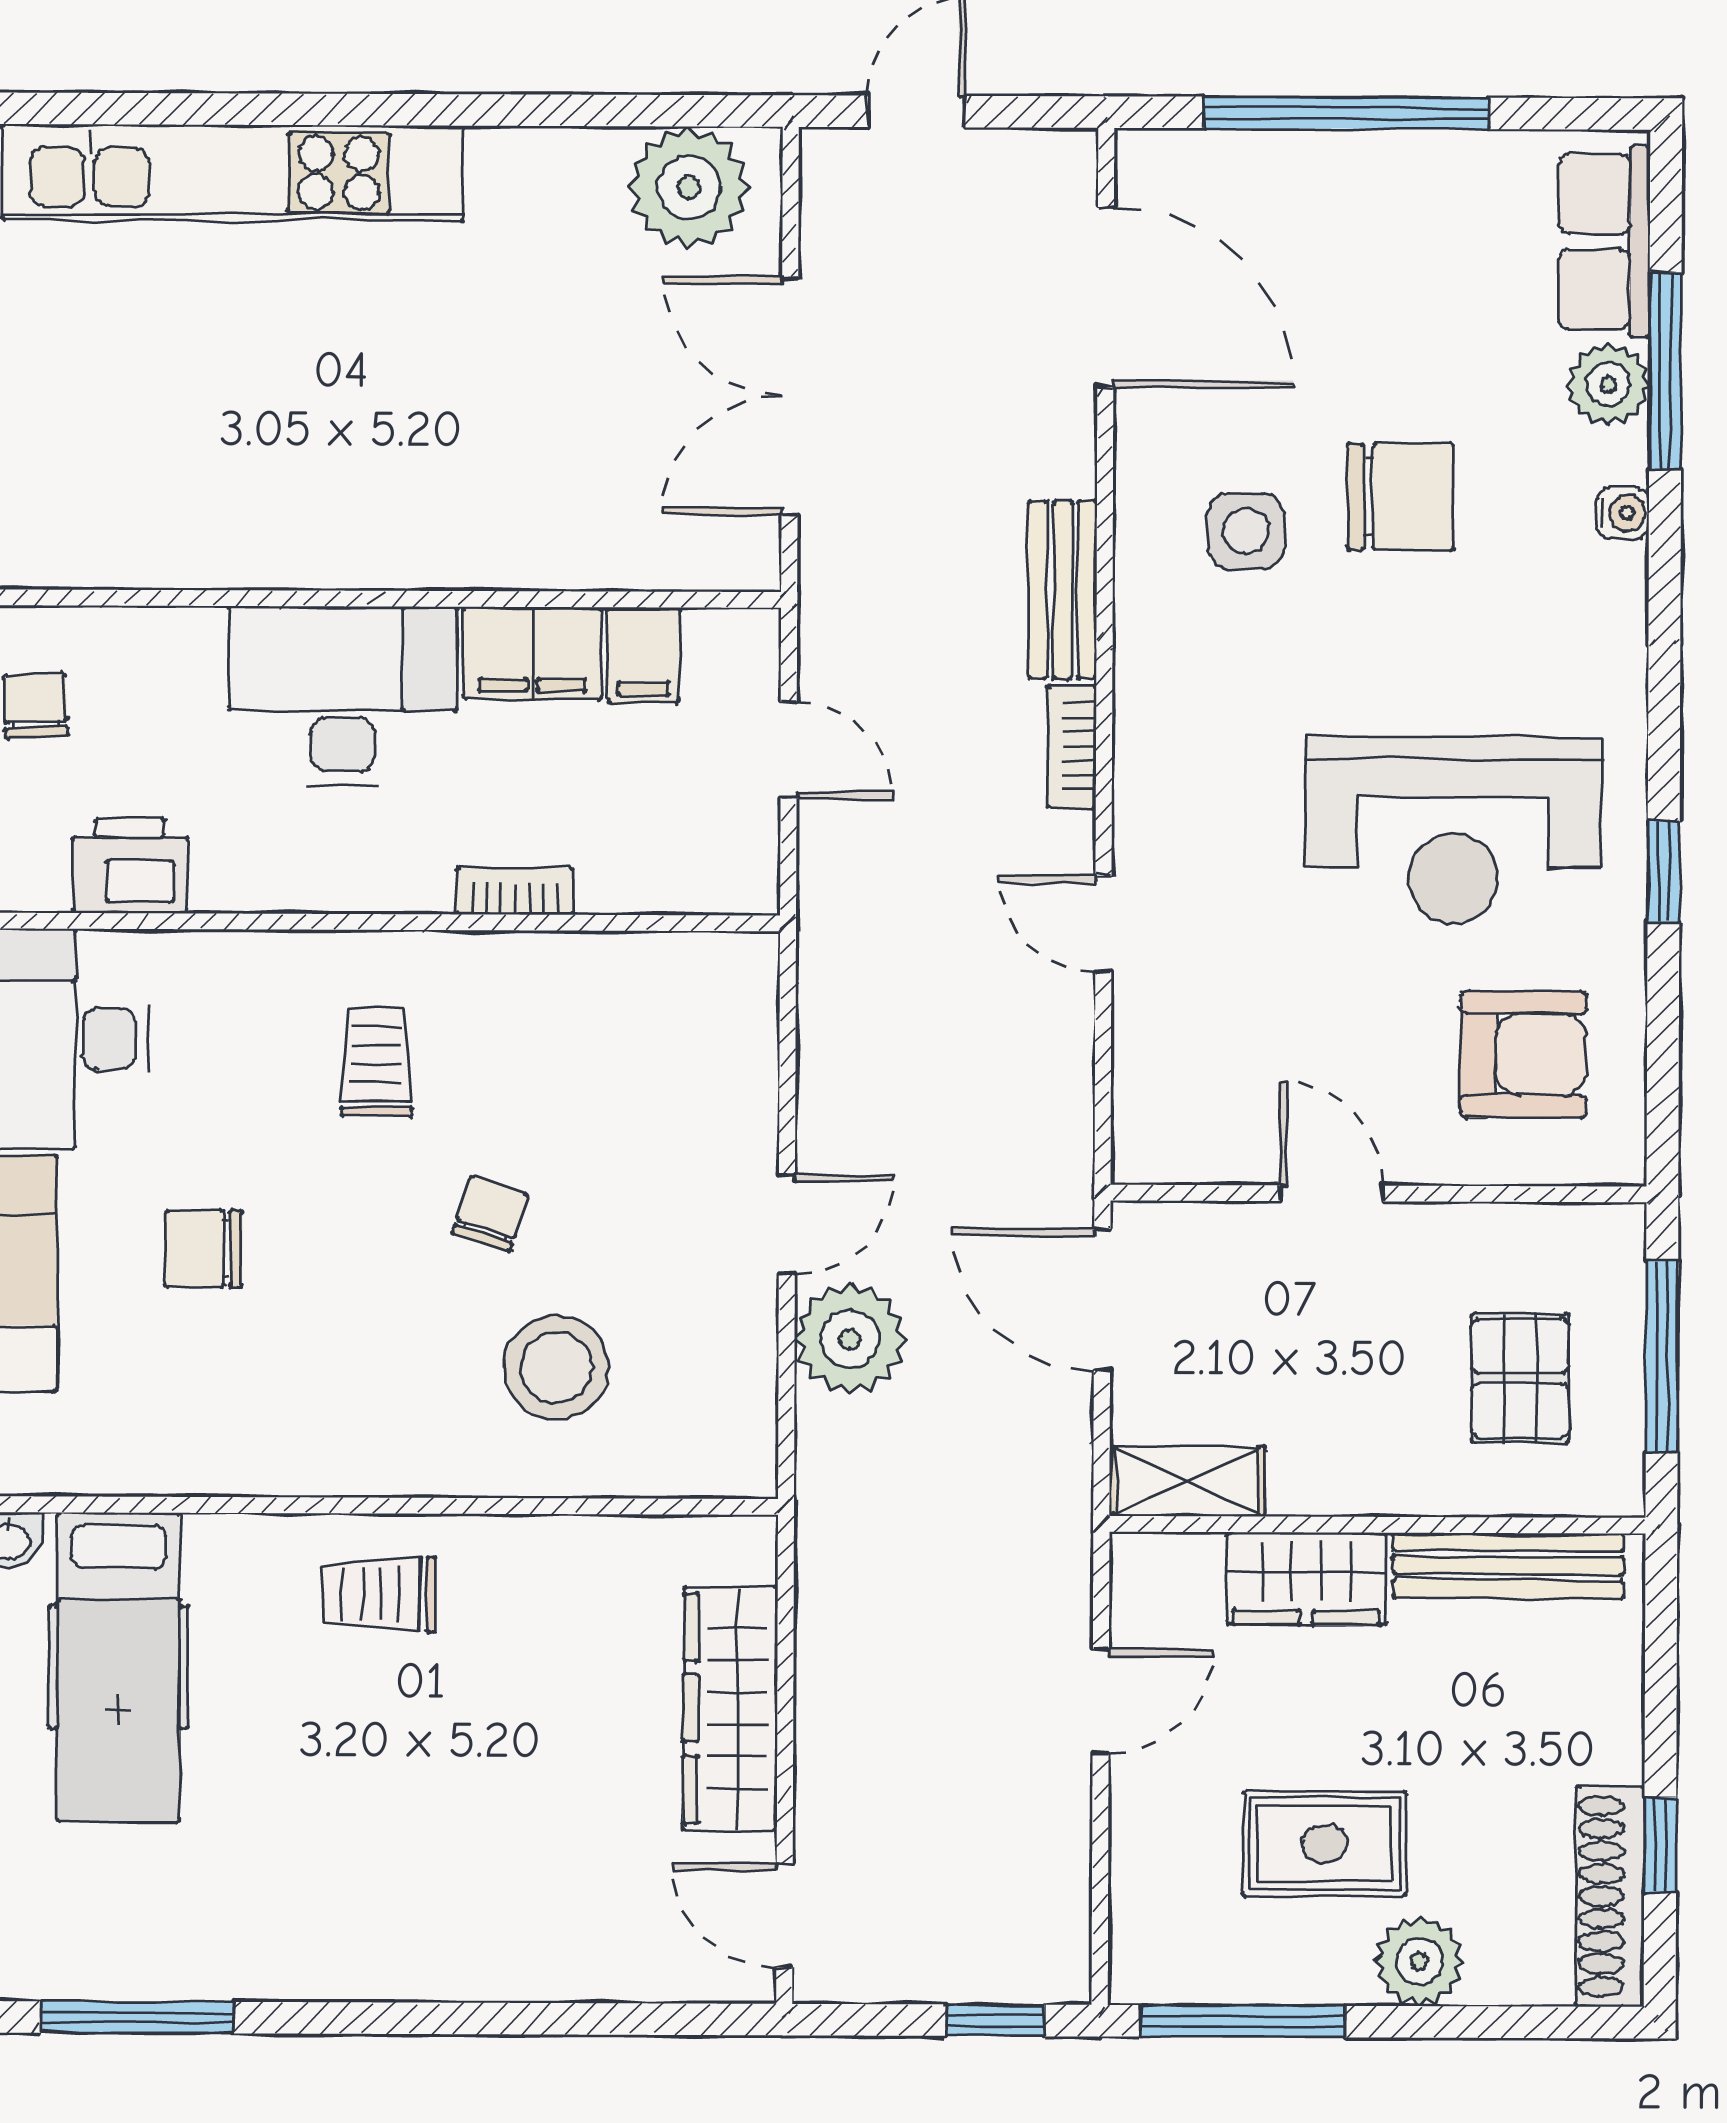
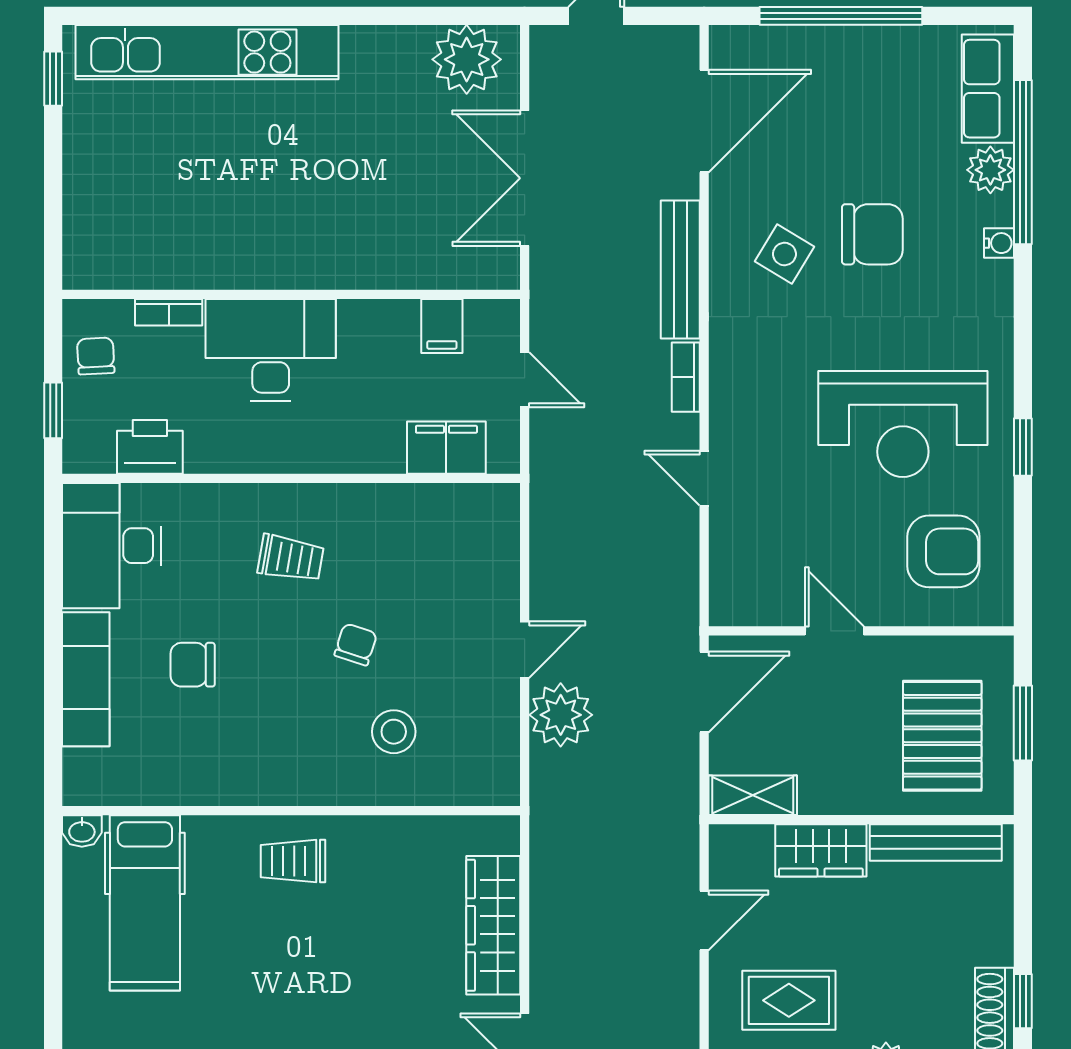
door: (1106, 297) -> (704, 121), hinge flipped
window: (1665, 371) -> (1023, 162), width x1.46
side table: (1246, 531) -> (784, 254), turned 31
bench: (1063, 590) -> (680, 270), width x1.36
filing cabinet: (532, 653) -> (446, 448), moved, turned 180
bookcase: (515, 891) -> (169, 312), moved, turned 180
trolley: (377, 1062) -> (291, 558), turned 100
door: (1102, 1300) -> (704, 692), swing flipped
window: (1662, 1356) -> (1023, 723), width x0.69
stool: (557, 1368) -> (394, 732), width x0.73, depth x0.73
pallet: (1520, 1378) -> (942, 736), width x1.50, depth x1.42
rug: (1325, 1844) -> (789, 1000), moved

